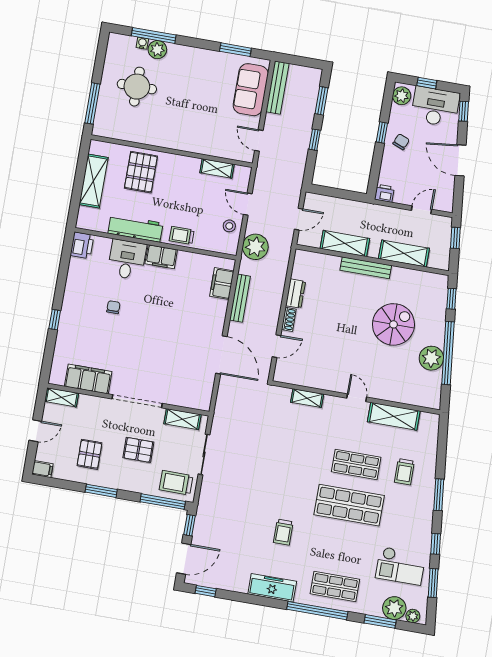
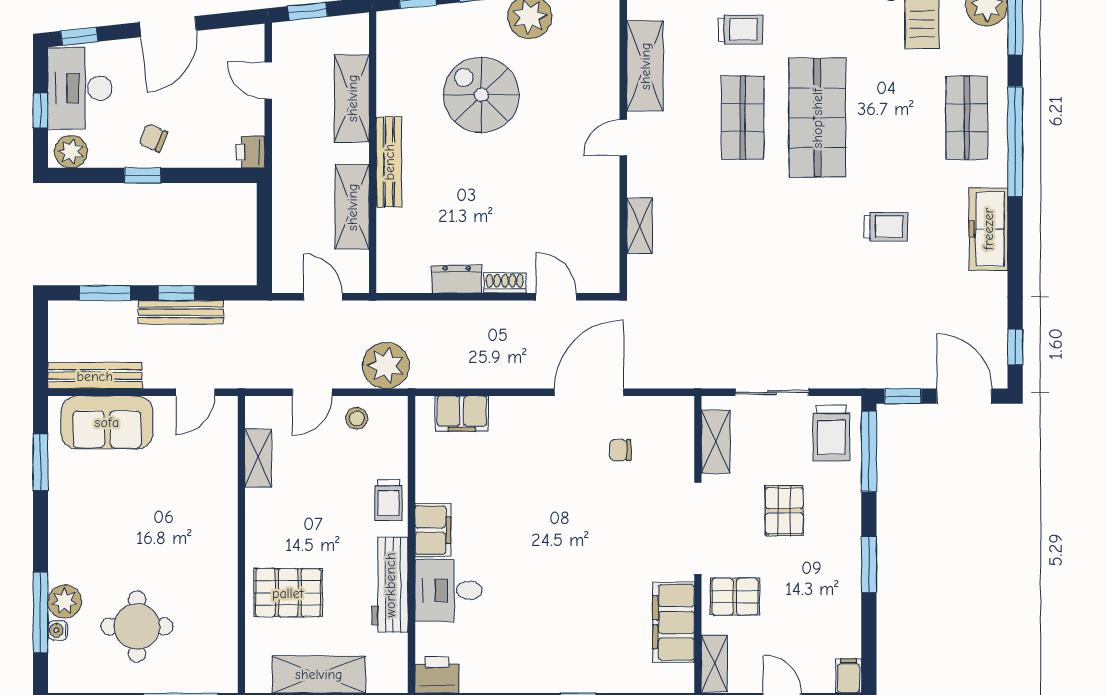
bench: (240, 298) -> (181, 312), moved
chair: (113, 307) -> (620, 450), moved
pallet: (89, 454) -> (735, 597), moved

